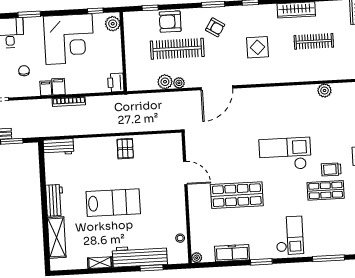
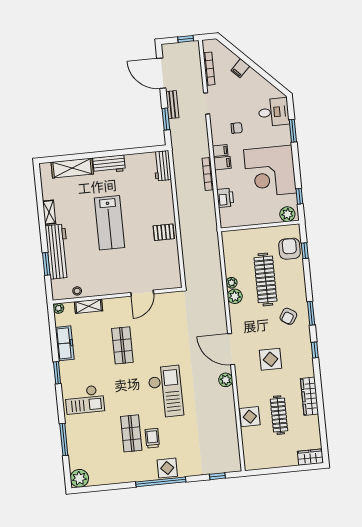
armchair: (170, 22) -> (290, 249), moved
display table: (314, 71) -> (250, 417), added
plant: (165, 82) -> (235, 296), moved
printer: (116, 83) -> (225, 198), moved, turned 90
door: (217, 88) -> (231, 349), moved
plant: (324, 90) -> (226, 380), moved
shop shelf: (237, 195) -> (122, 345), width x0.70, depth x0.74
shelving: (196, 227) -> (88, 306), added

